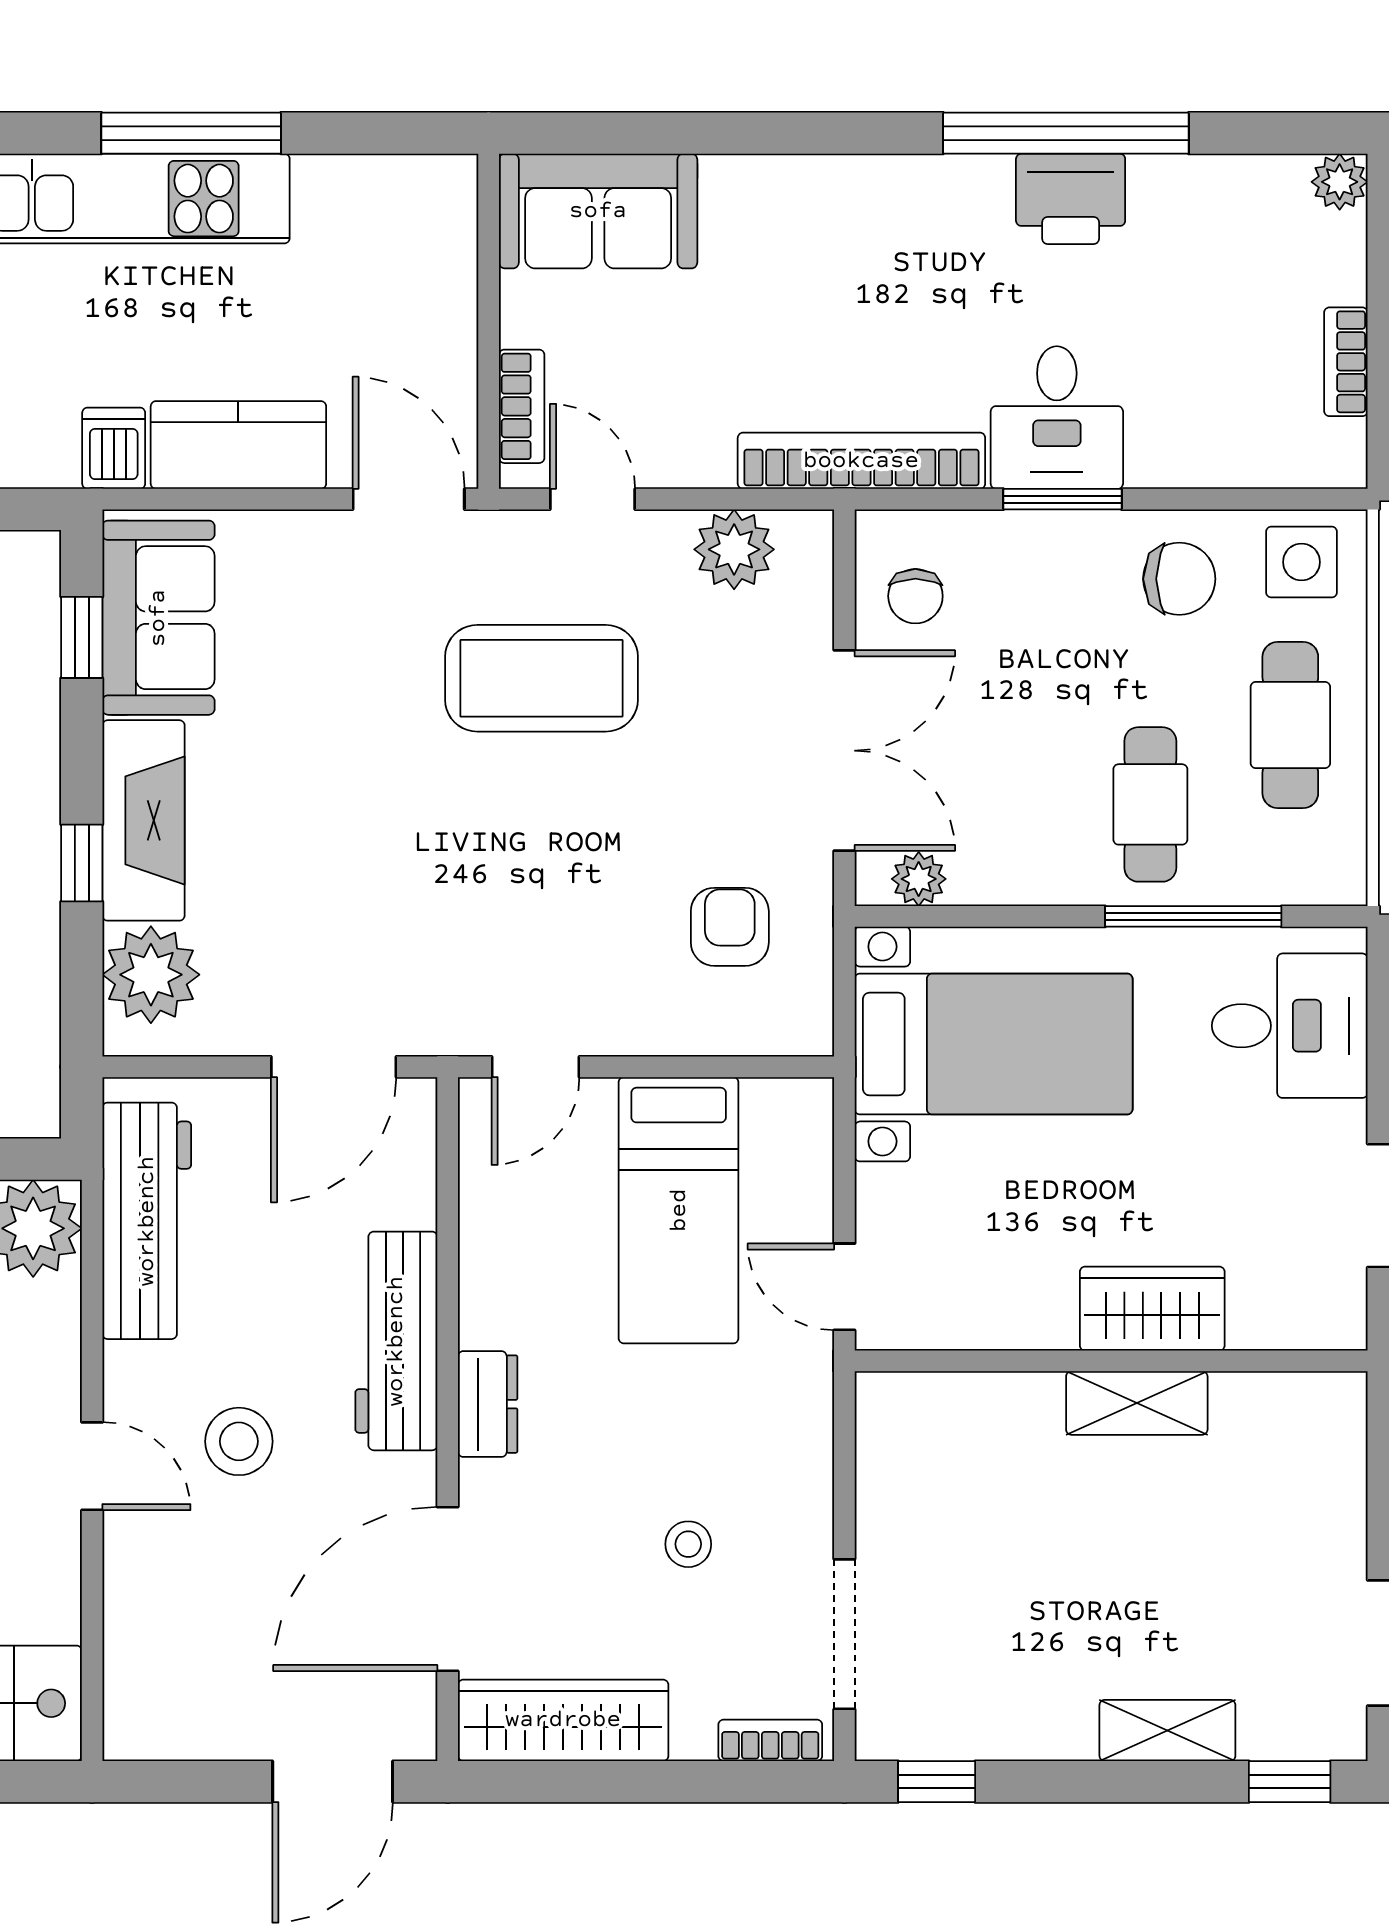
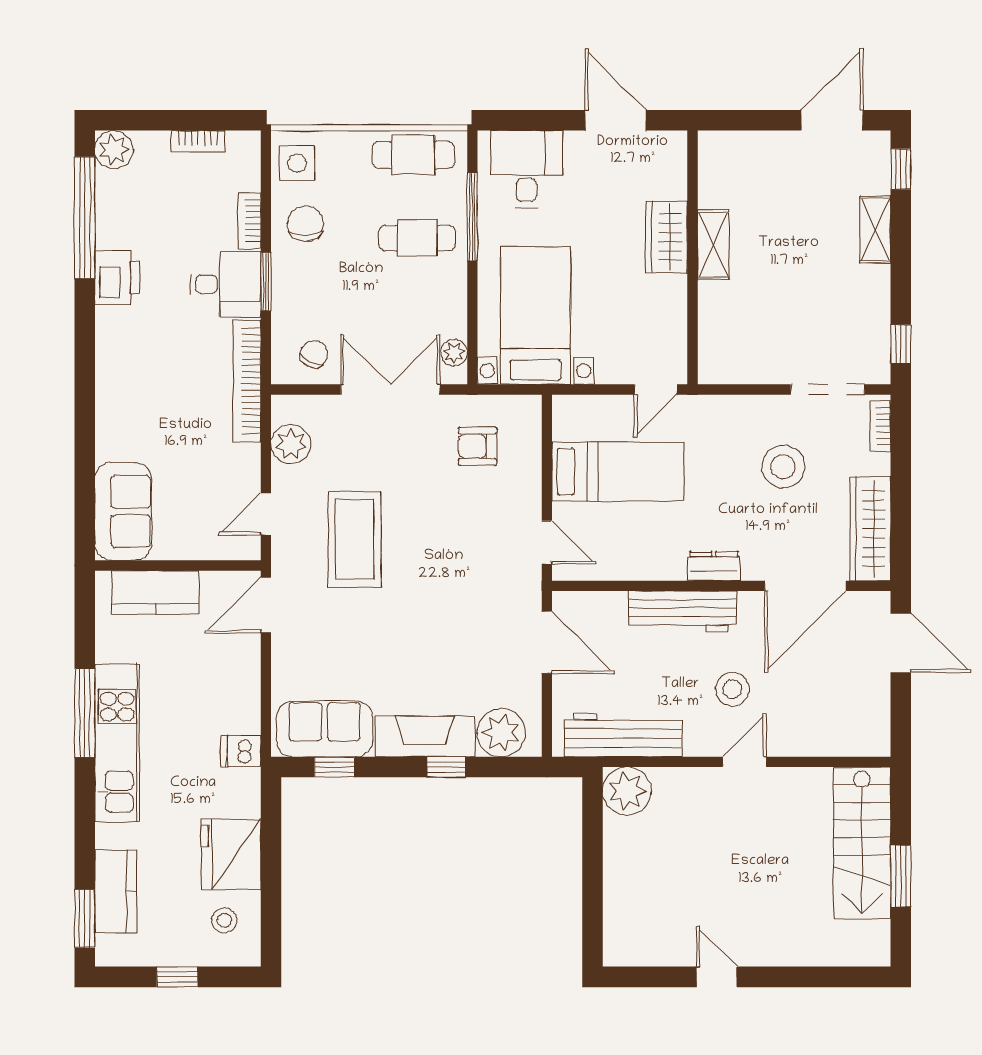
window: (1066, 133) -> (85, 218), moved
plant: (1340, 182) -> (114, 150), width x1.38, depth x1.38
bookcase: (522, 406) -> (250, 221), moved, turned -90
kitchen counter: (238, 445) -> (155, 592), moved, turned -90
chair: (915, 596) -> (314, 354), turned -64
cafe table: (1290, 725) -> (413, 155), moved
stool: (688, 1544) -> (783, 467), width x1.89, depth x1.89
door: (448, 1589) -> (805, 586), hinge flipped

